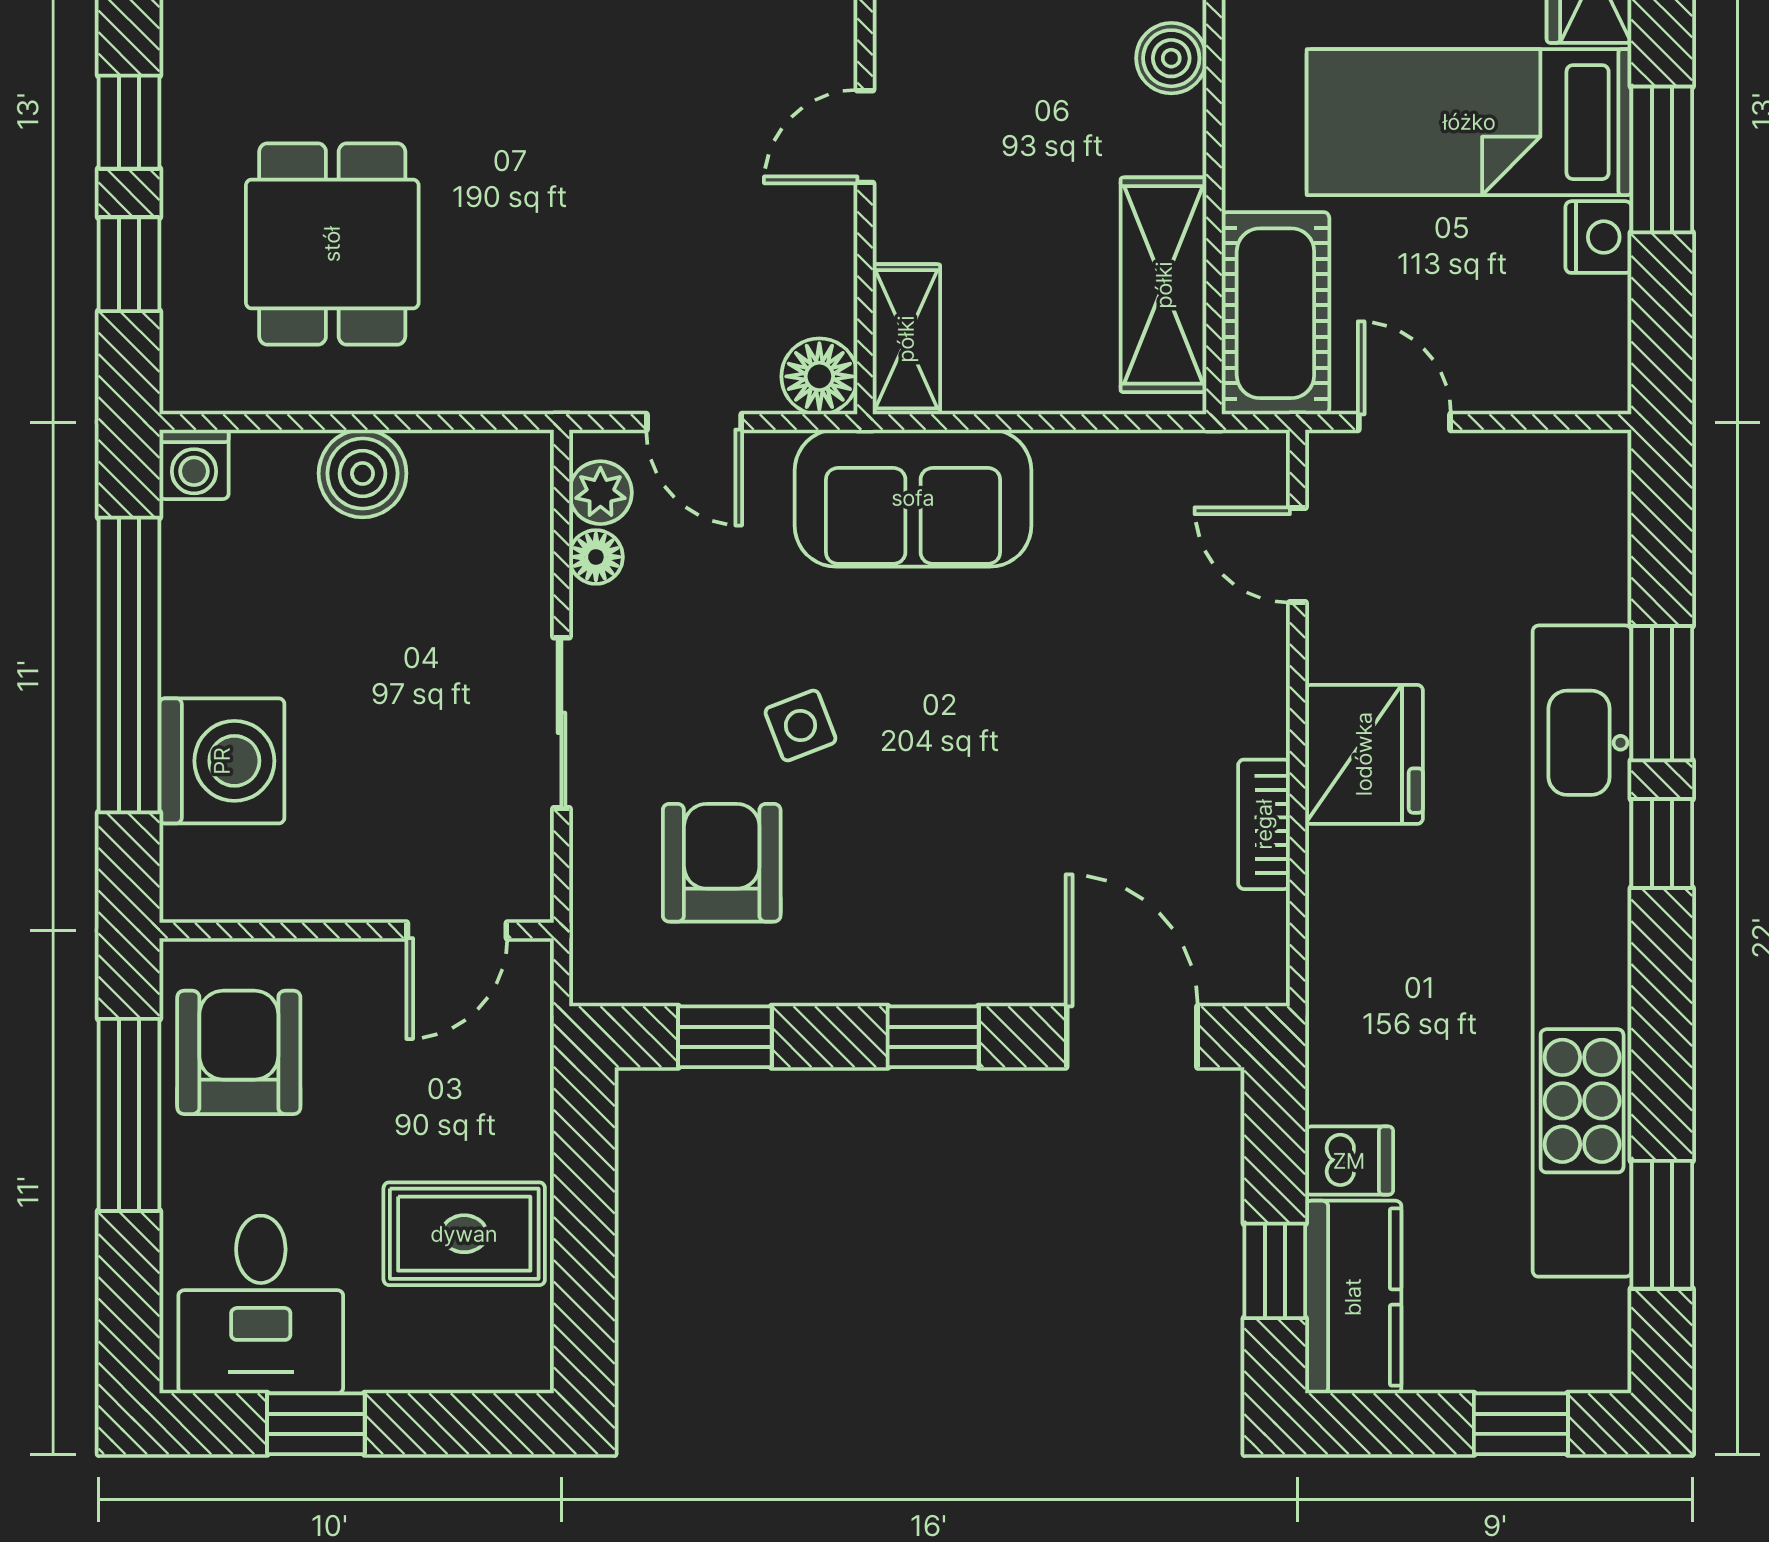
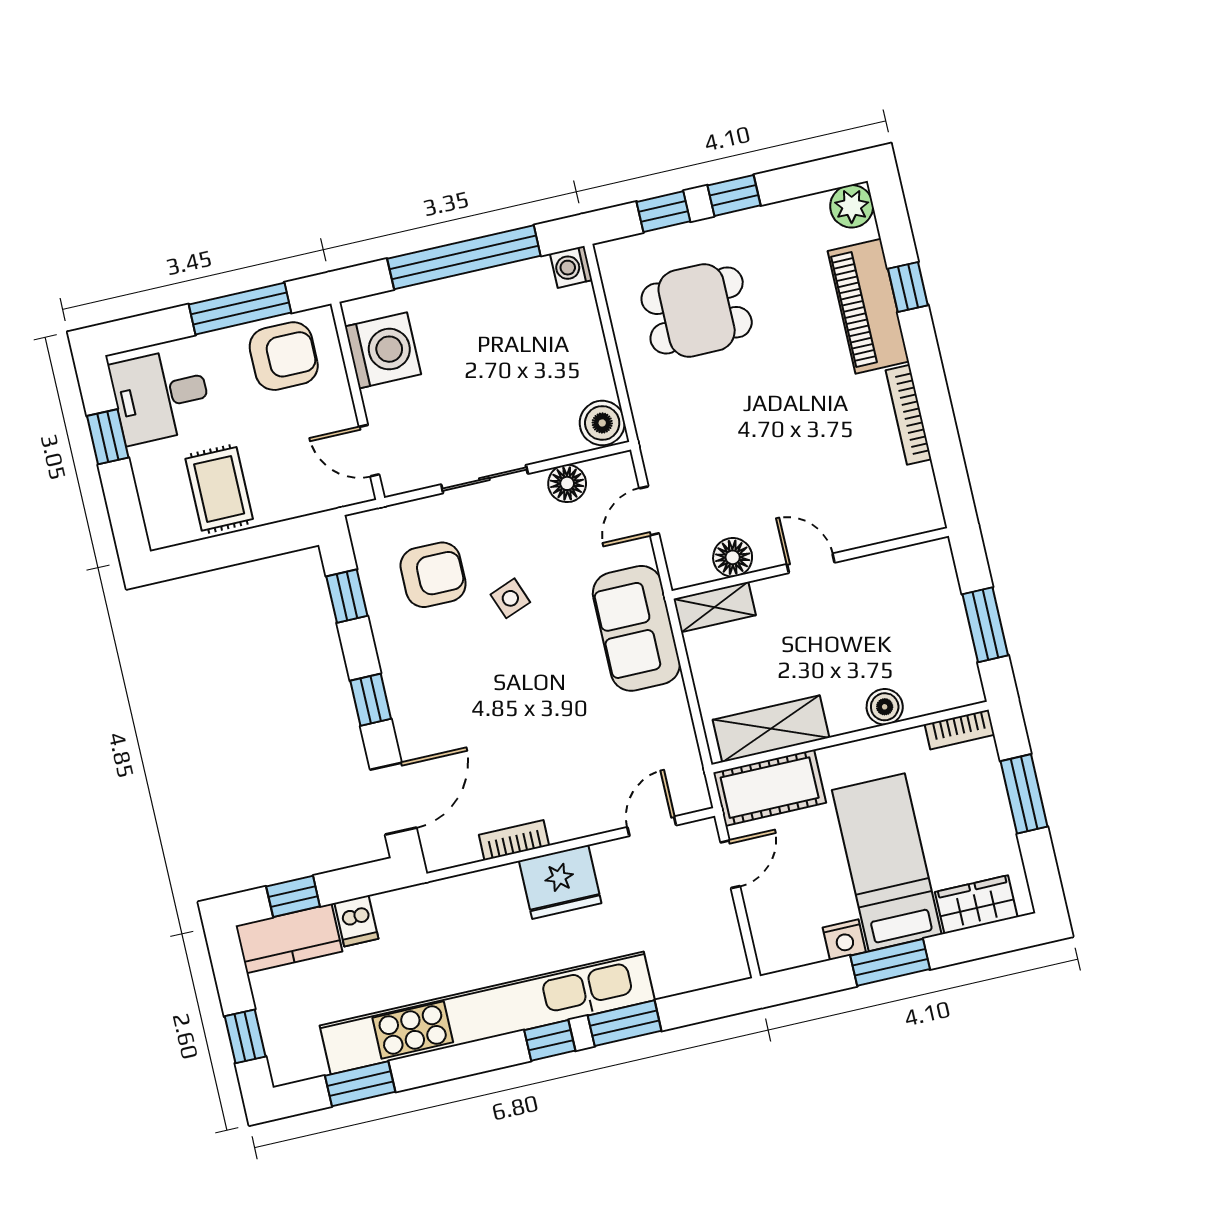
floor lamp: (819, 376) -> (733, 557), moved
boiler: (363, 473) -> (602, 423), moved
plant: (600, 493) -> (603, 472), removed
floor lamp: (596, 557) -> (567, 483), width x1.37, depth x1.37
washing machine: (222, 761) -> (383, 350), moved, turned -90

